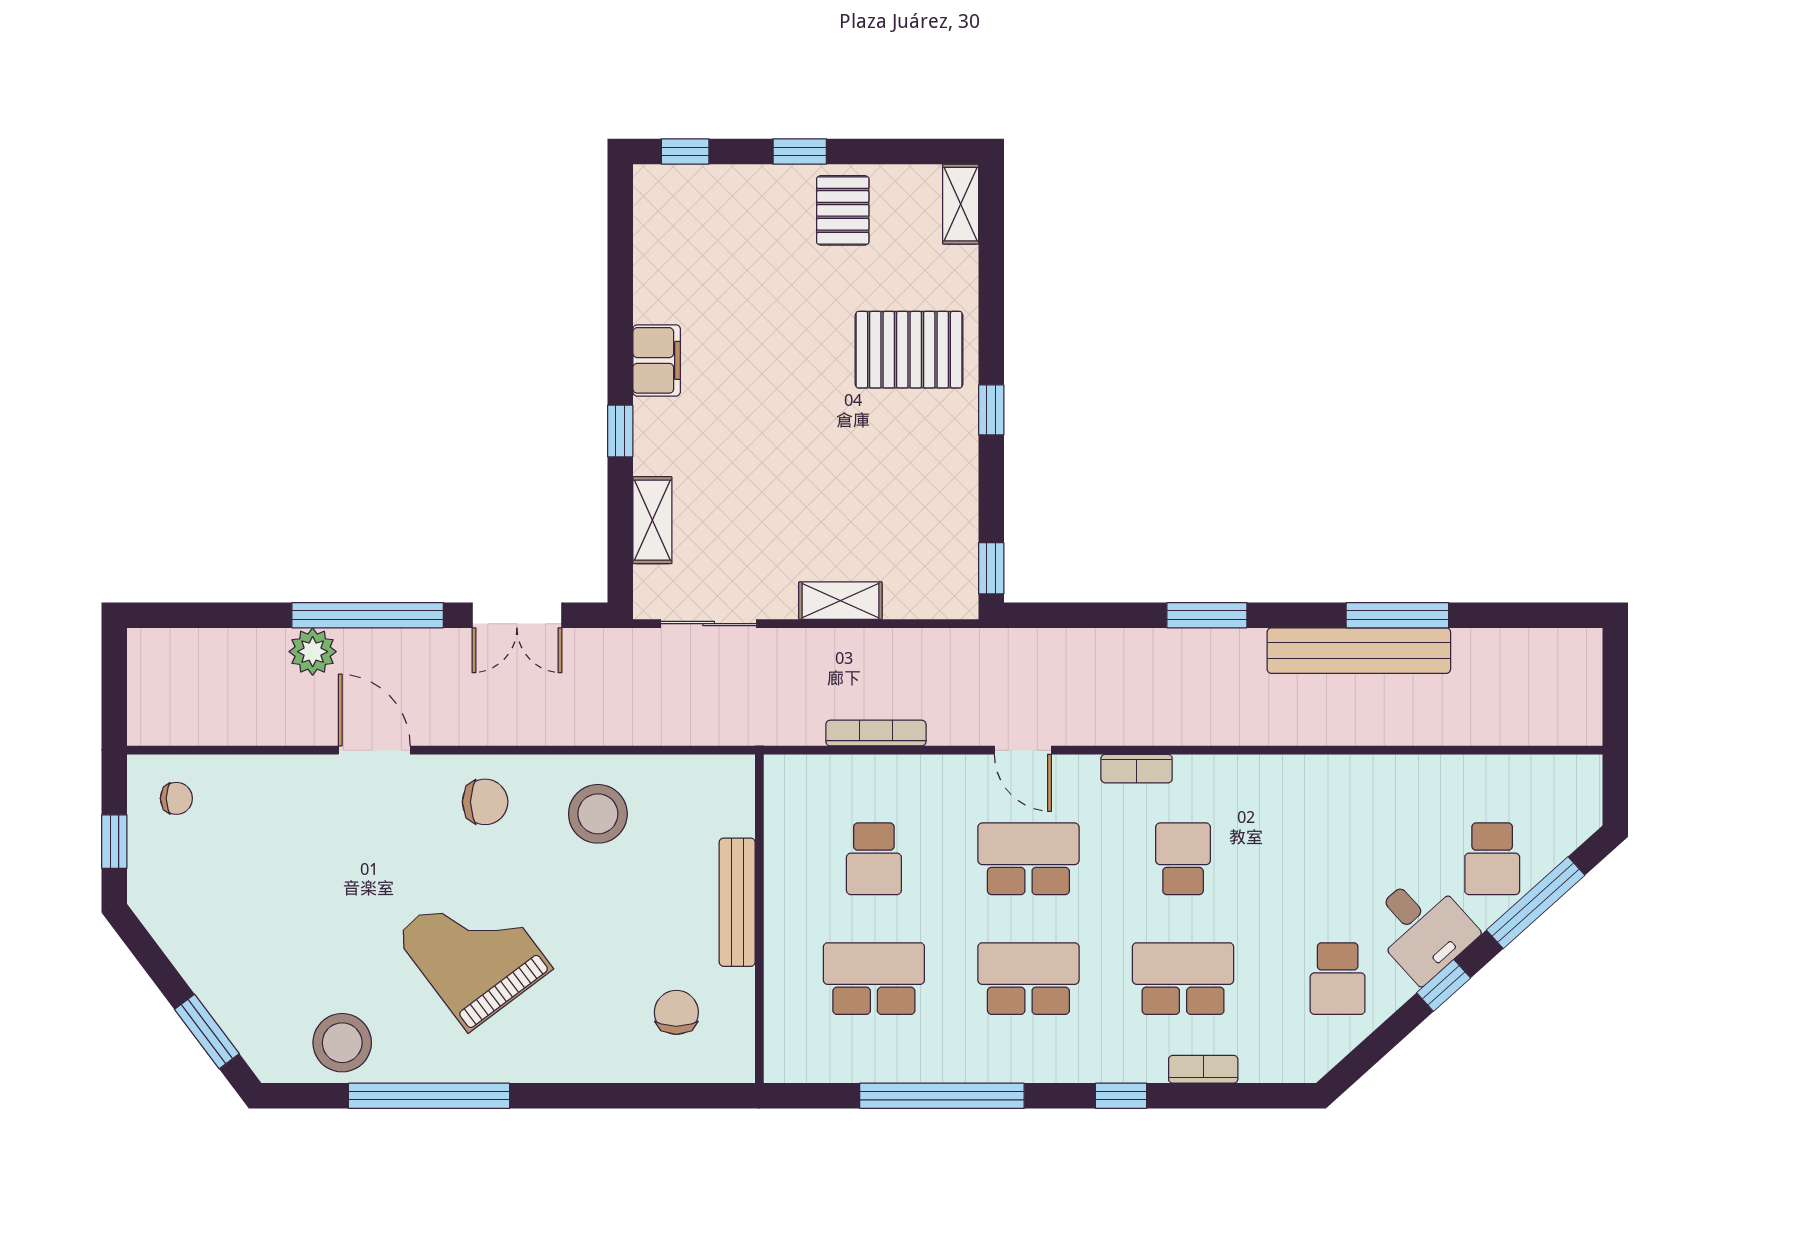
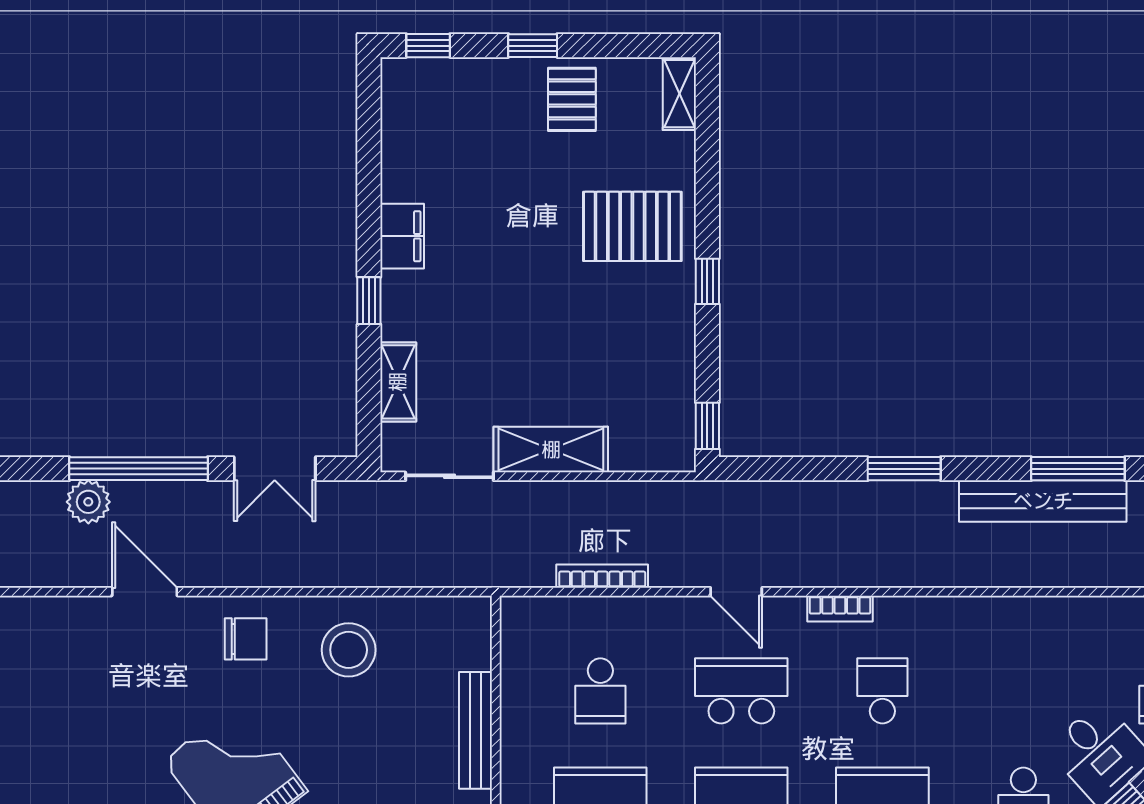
shelving: (840, 601) -> (551, 450), width x1.50, depth x1.33

